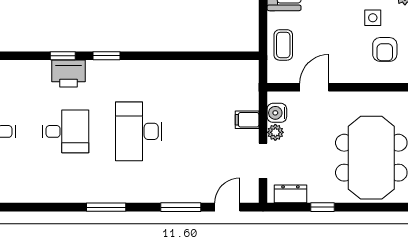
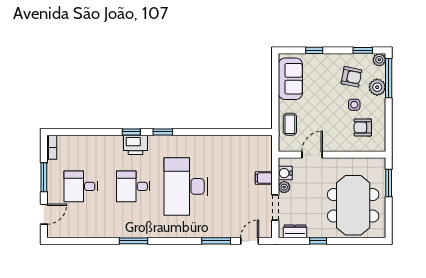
armchair: (385, 49) -> (363, 127), turned 90
desk: (66, 131) -> (133, 186), turned 180
desk: (139, 131) -> (186, 186), width x1.36, depth x1.30
window: (106, 207) -> (134, 241), moved

